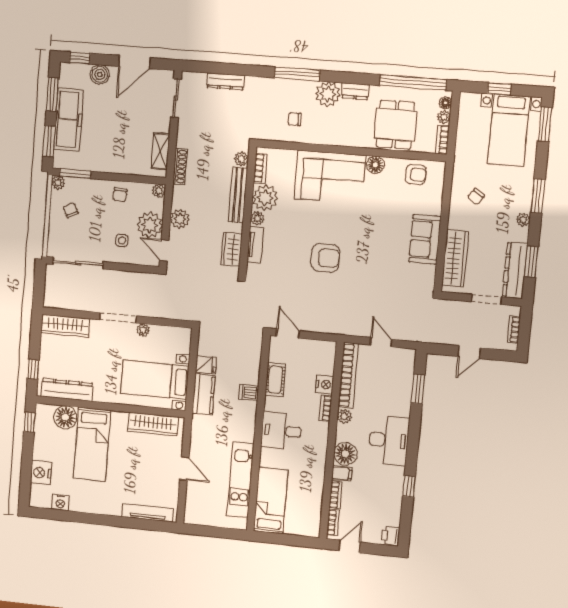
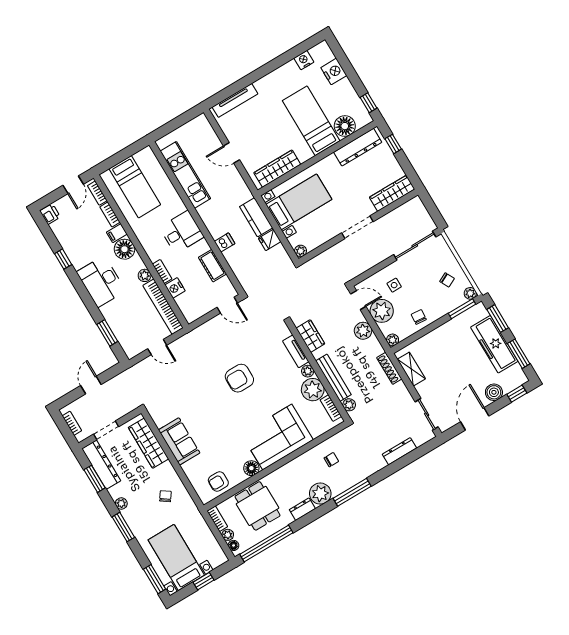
plant: (143, 330) -> (301, 251), moved
bed: (271, 501) -> (135, 187), moved

